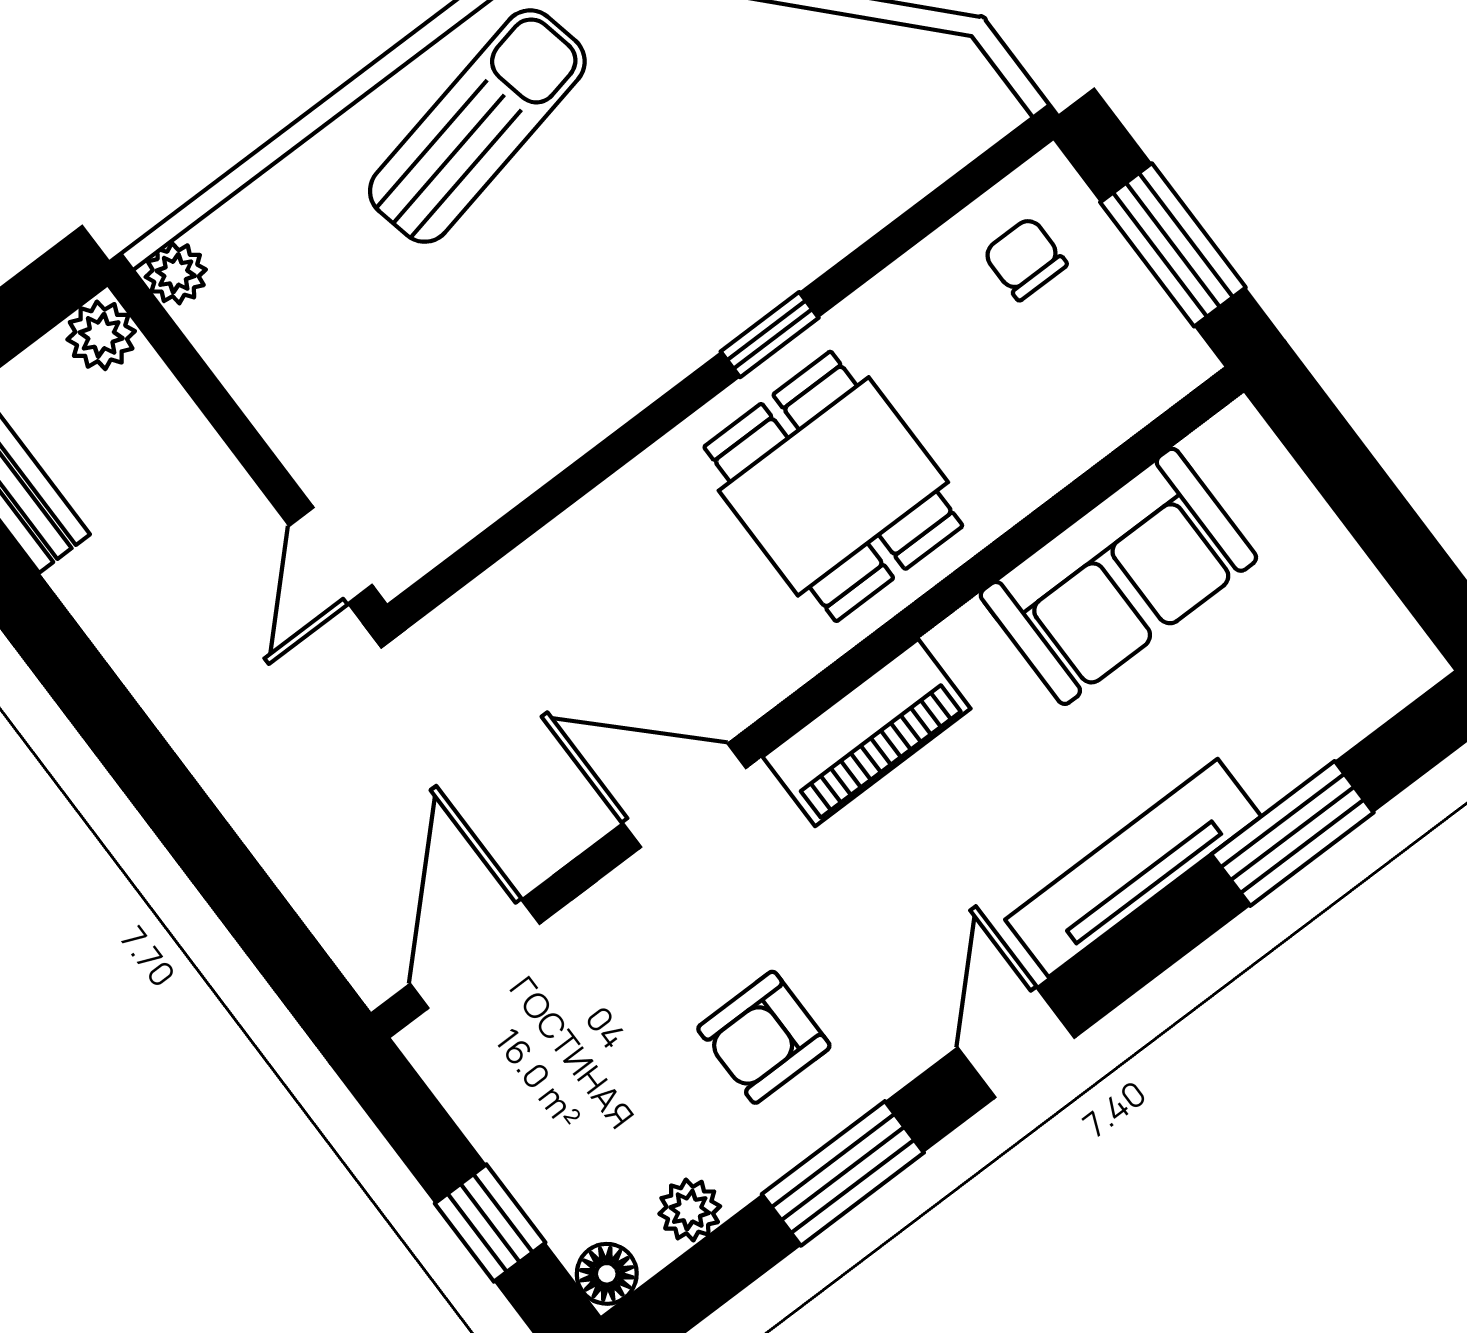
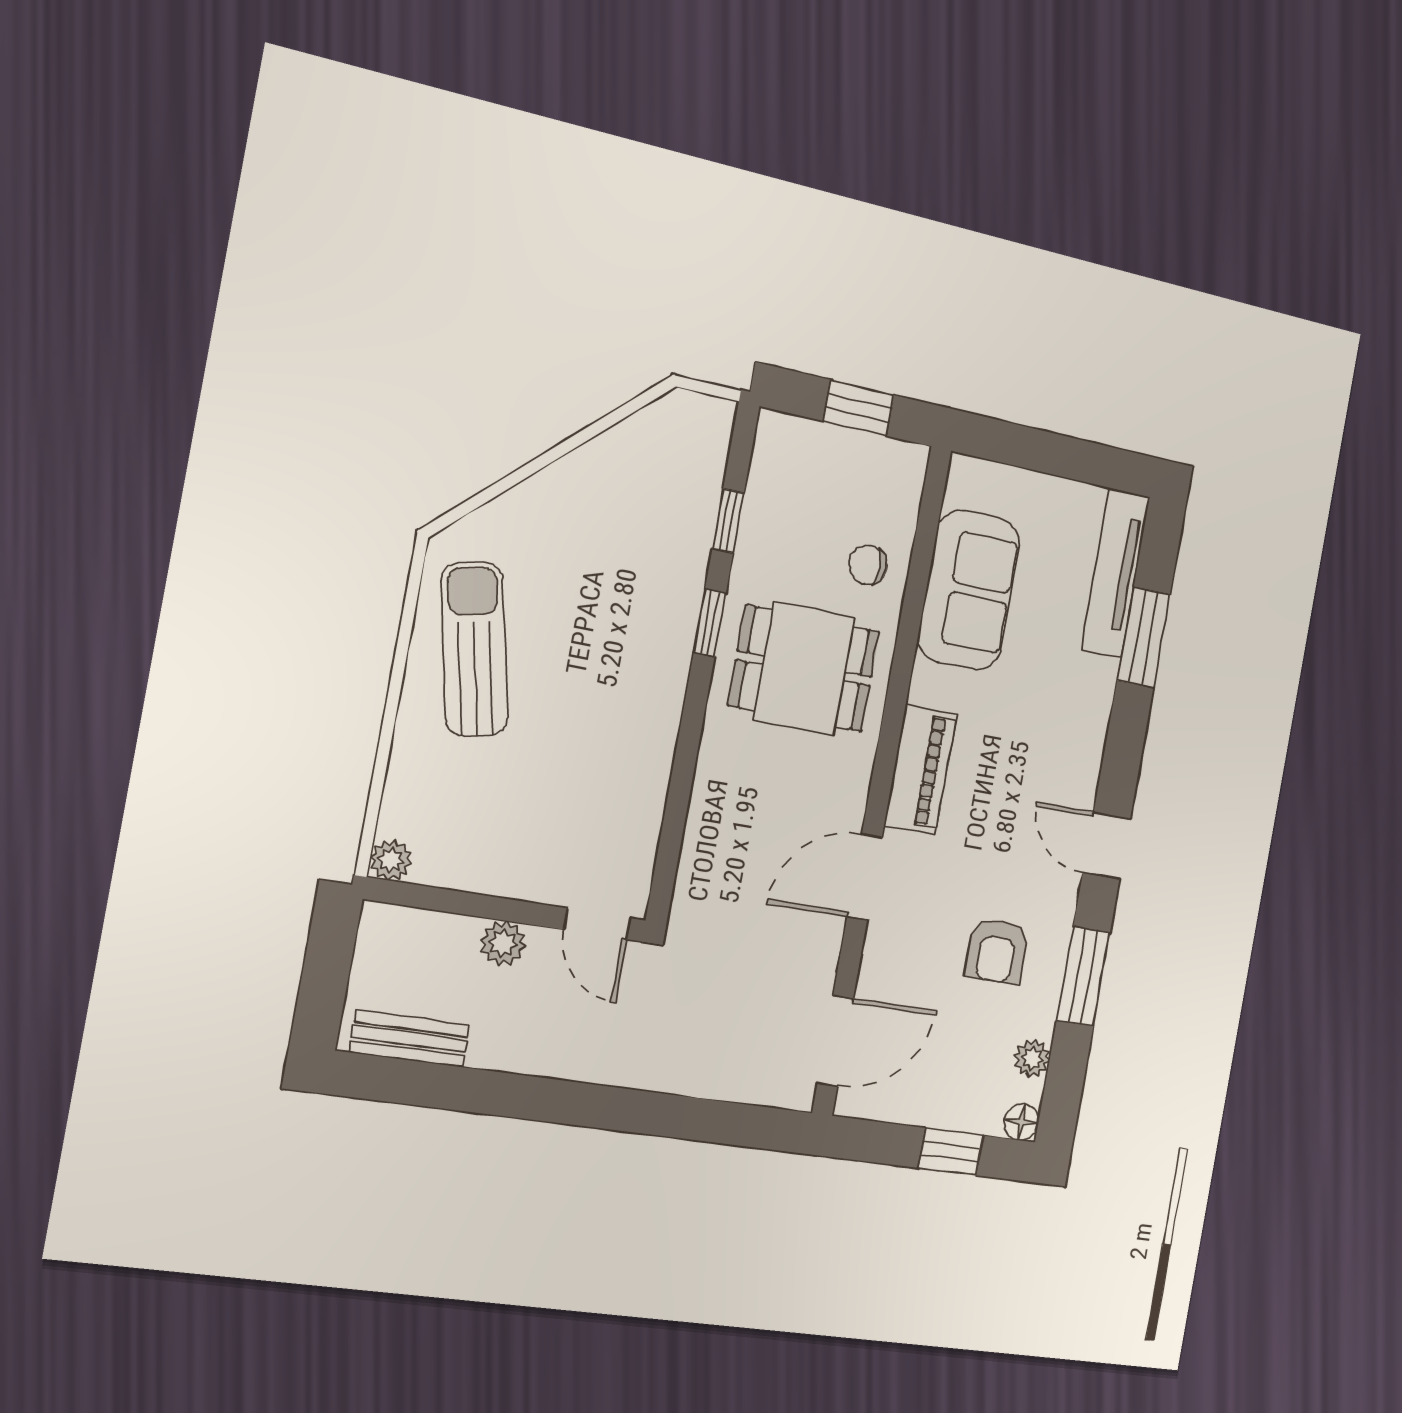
window: (897, 238) -> (728, 521), added
window: (1173, 245) -> (859, 408), width x0.67
chair: (1025, 259) -> (868, 565), moved
plant: (101, 335) -> (503, 943), moved
tv unit: (1133, 868) -> (1115, 573), moved
door: (475, 954) -> (835, 1041), swing flipped

